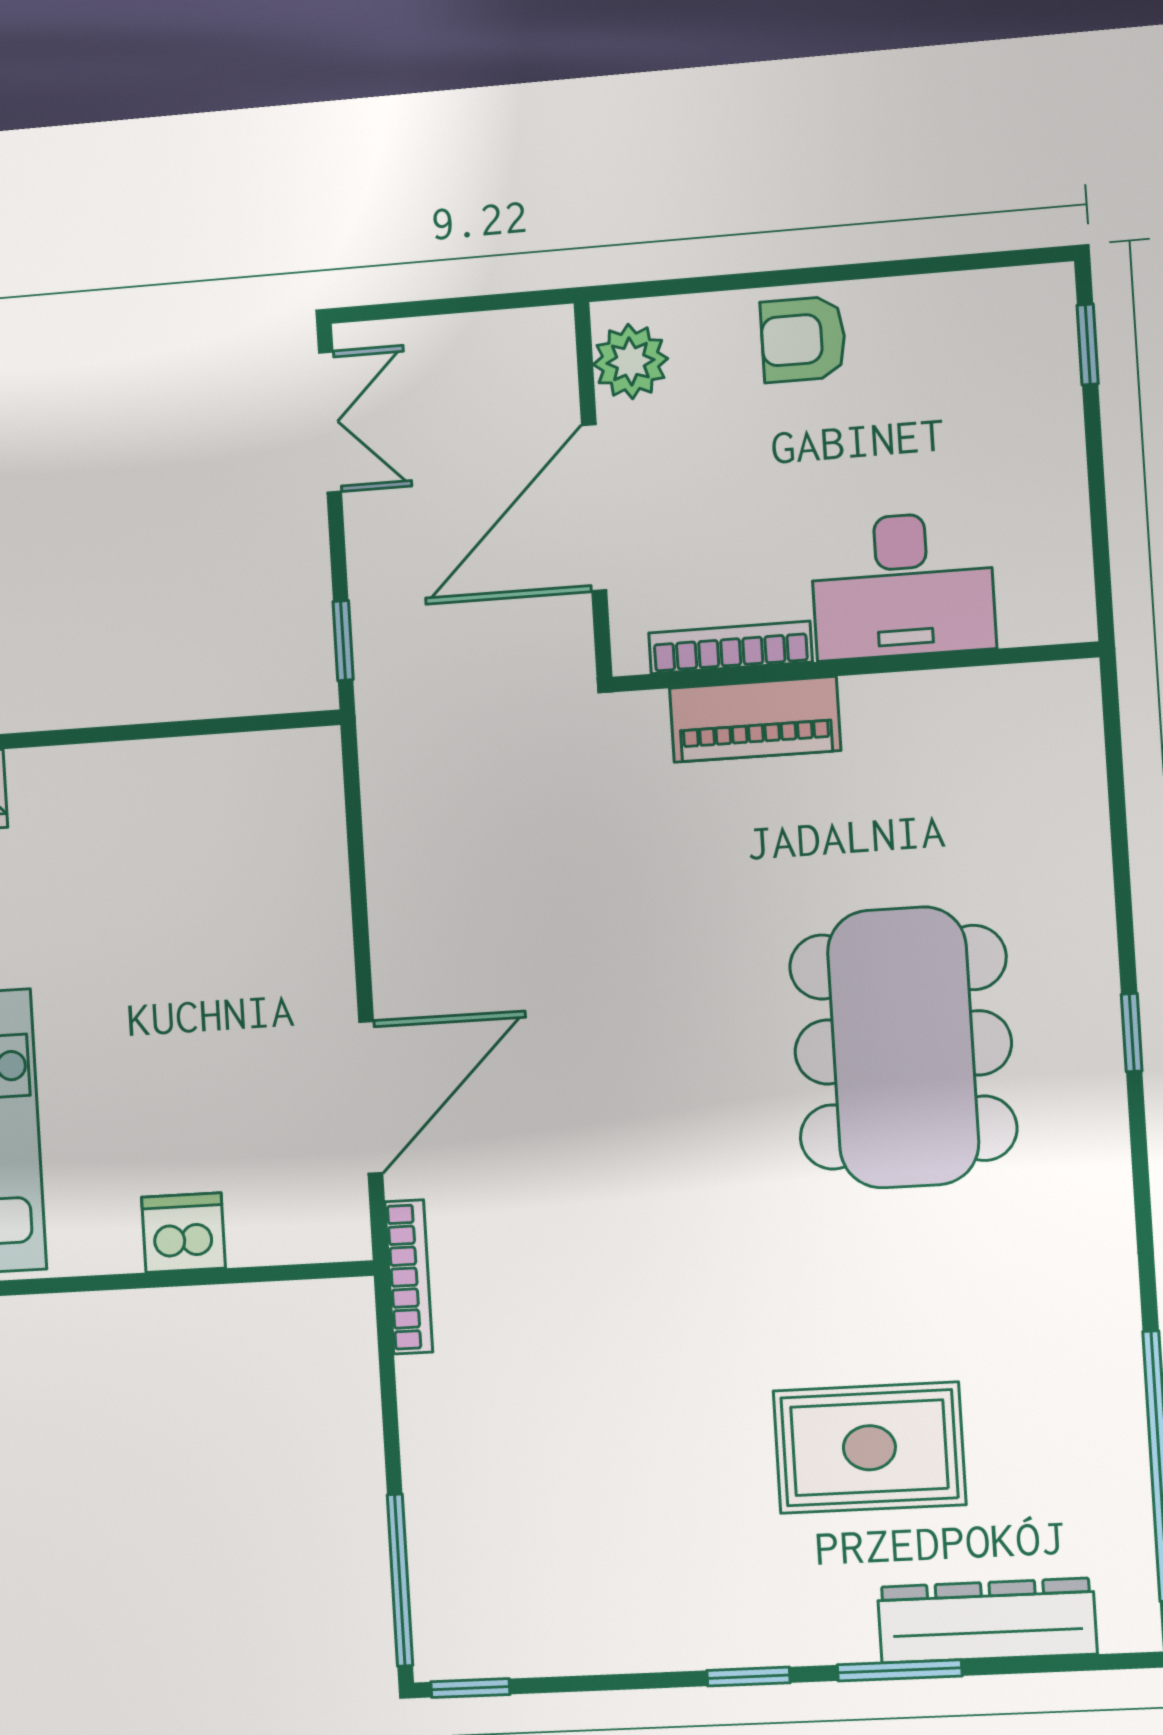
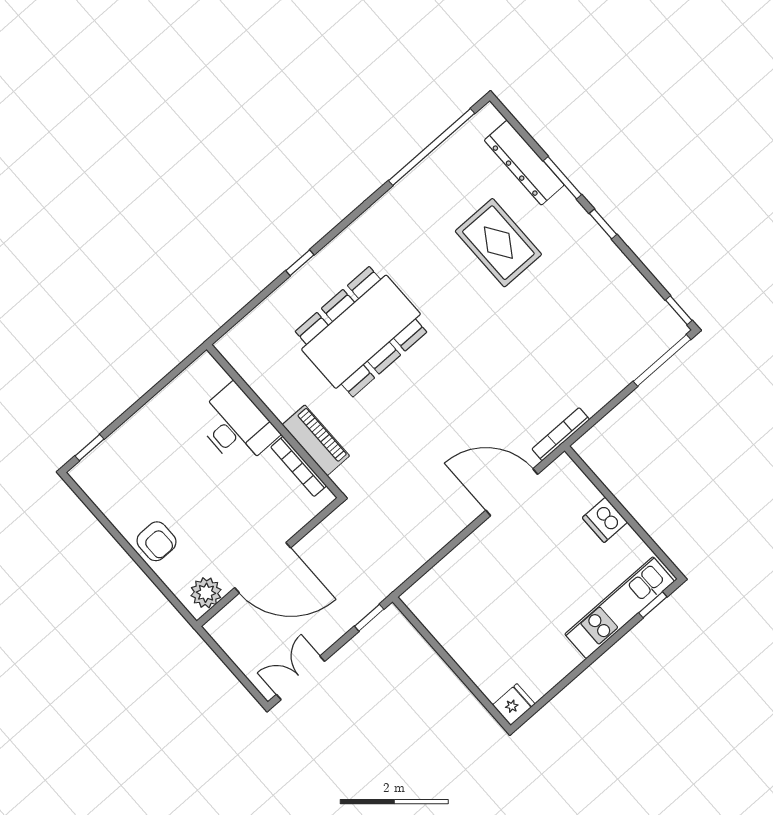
desk: (903, 585) -> (236, 426), moved
bookcase: (730, 647) -> (299, 466), moved
wall: (854, 667) -> (275, 421), moved
piano: (755, 719) -> (316, 440), moved

